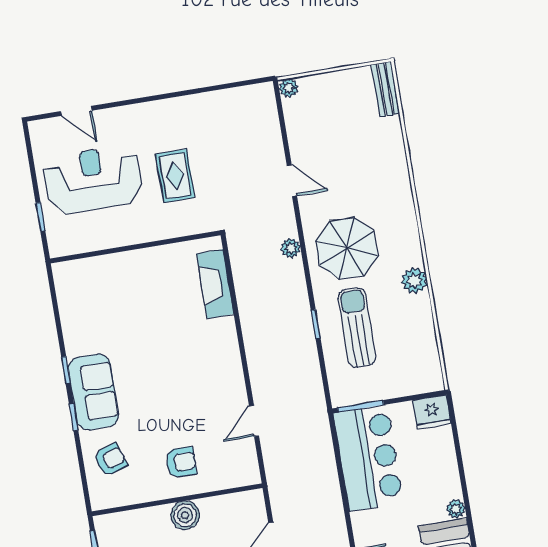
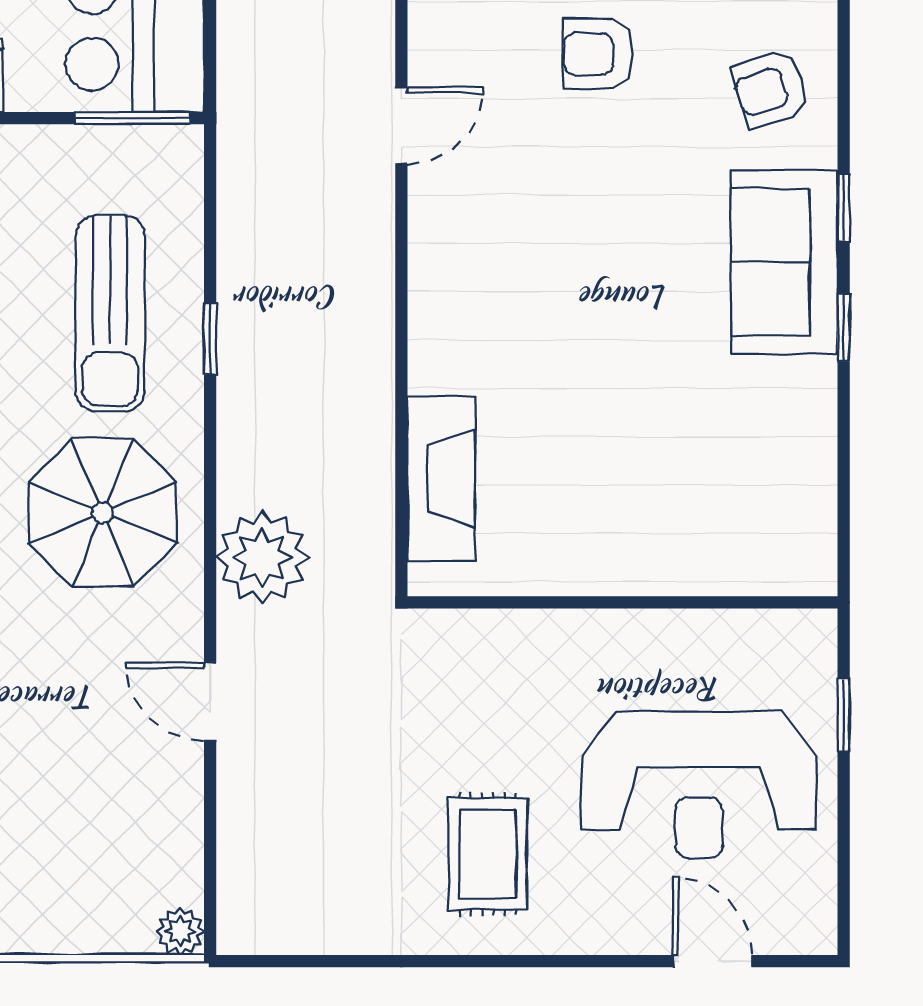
rug: (175, 176) -> (488, 854), moved
plant: (291, 248) -> (262, 558), width x1.88, depth x1.88

